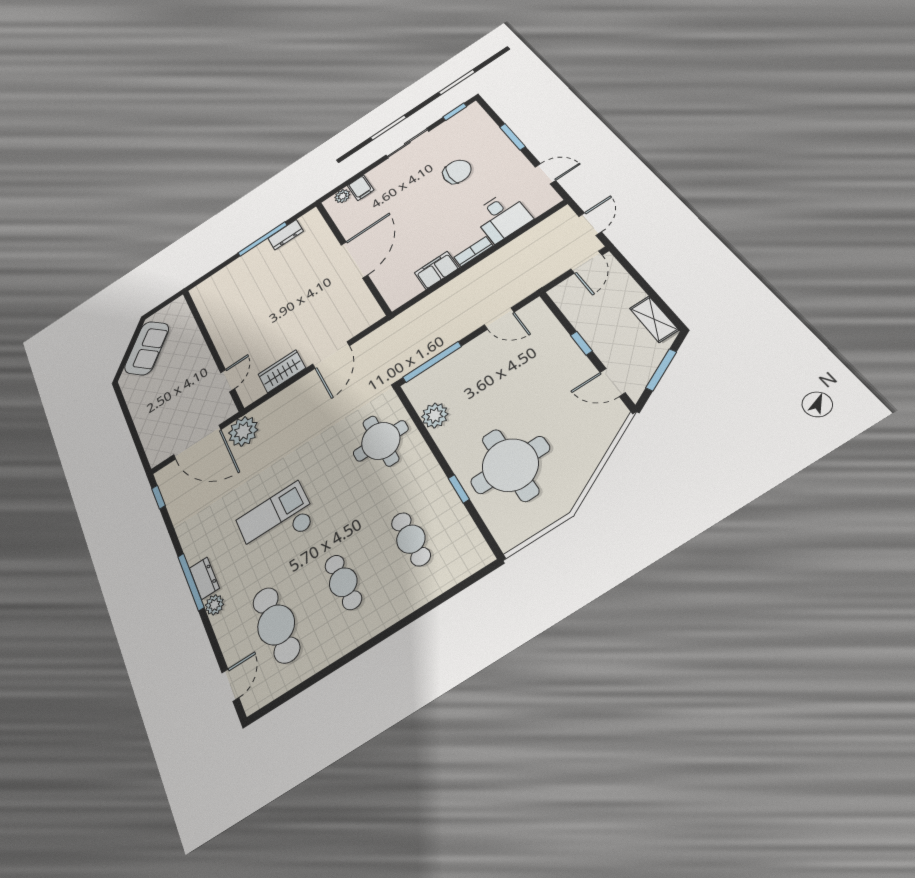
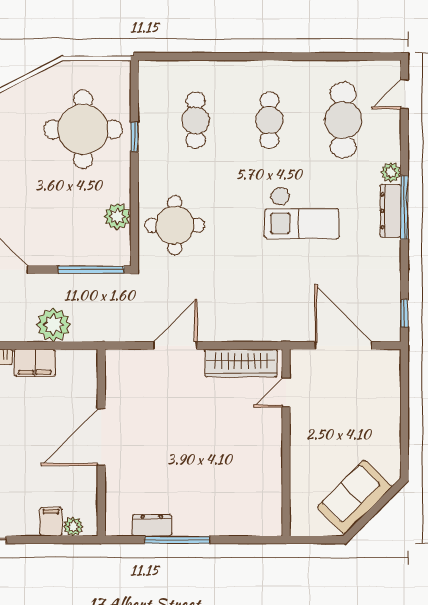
wardrobe: (282, 371) -> (241, 363), width x1.50
plant: (243, 431) -> (54, 325), moved
dresser: (204, 578) -> (390, 211), width x1.44

